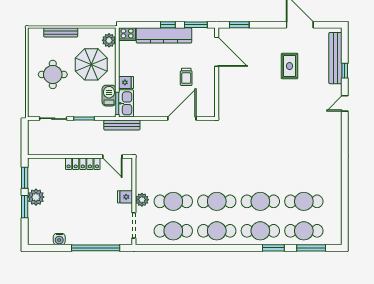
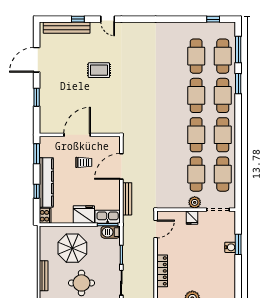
window: (168, 25) -> (37, 191), moved
window: (239, 25) -> (37, 97), moved
plant: (109, 40) -> (51, 232), removed
door: (217, 52) -> (77, 135), moved
rug: (290, 66) -> (99, 70), moved
fridge: (126, 82) -> (84, 214), width x1.88, depth x1.34
barbecue: (109, 96) -> (111, 232), moved
door: (182, 119) -> (121, 166), hinge flipped
bench: (122, 125) -> (127, 199), moved
locker: (83, 164) -> (162, 271), moved
window: (345, 220) -> (213, 19), added
water cooler: (59, 239) -> (230, 247), moved
window: (96, 248) -> (238, 244), width x0.47

